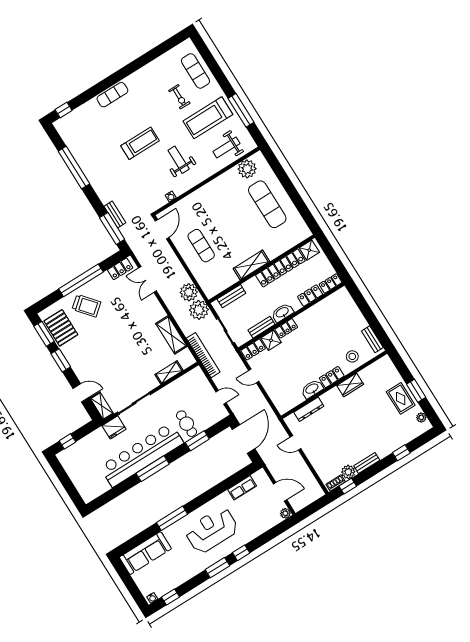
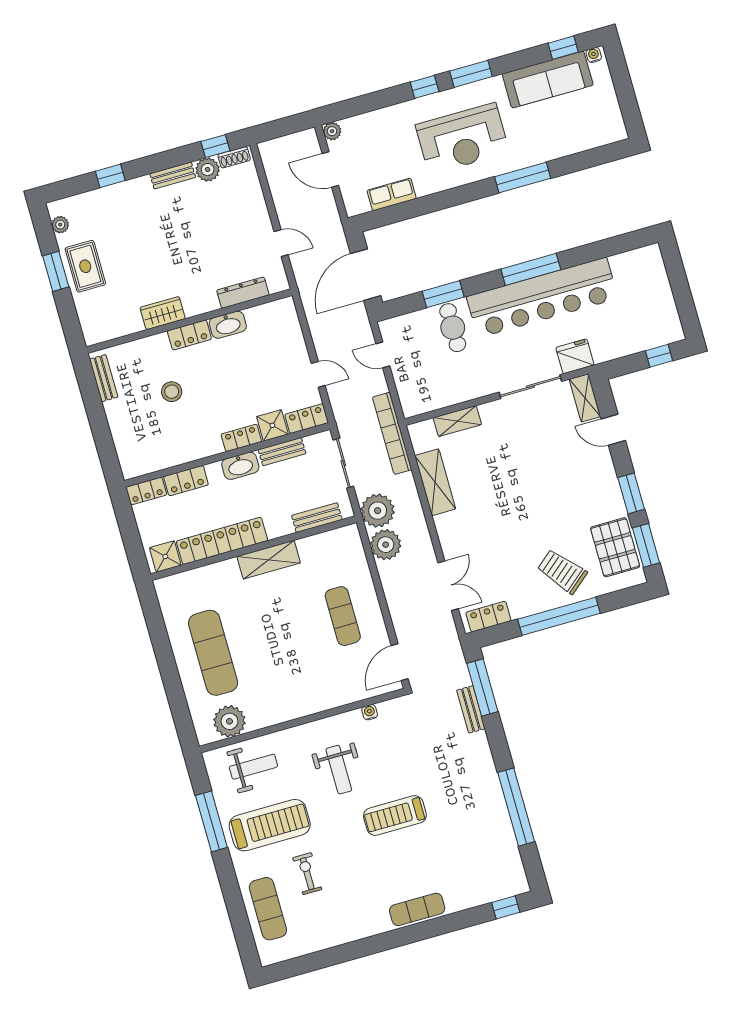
stool: (352, 356) -> (172, 392), moved
sofa: (145, 553) -> (548, 80), moved, turned 180

